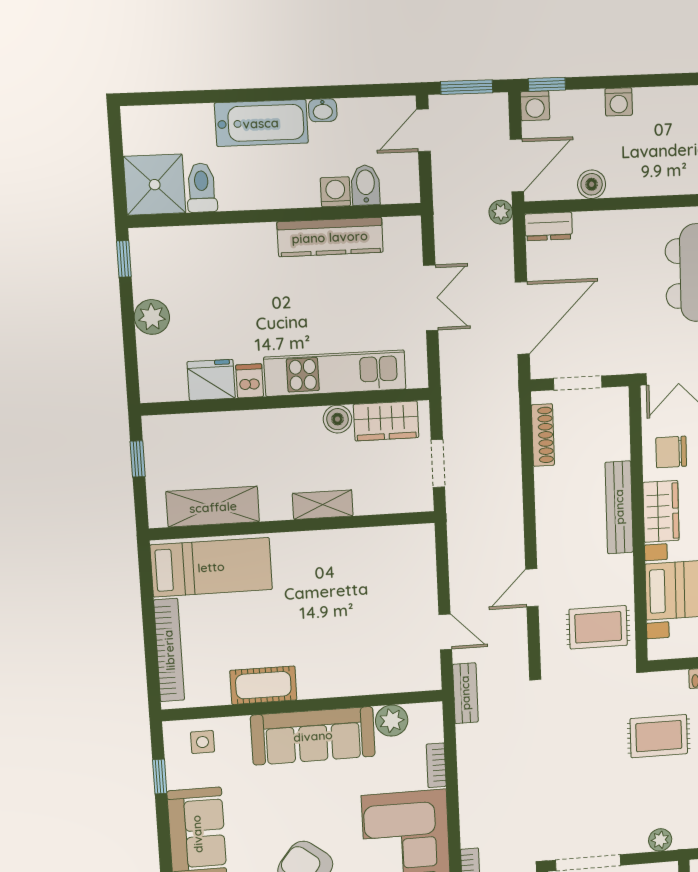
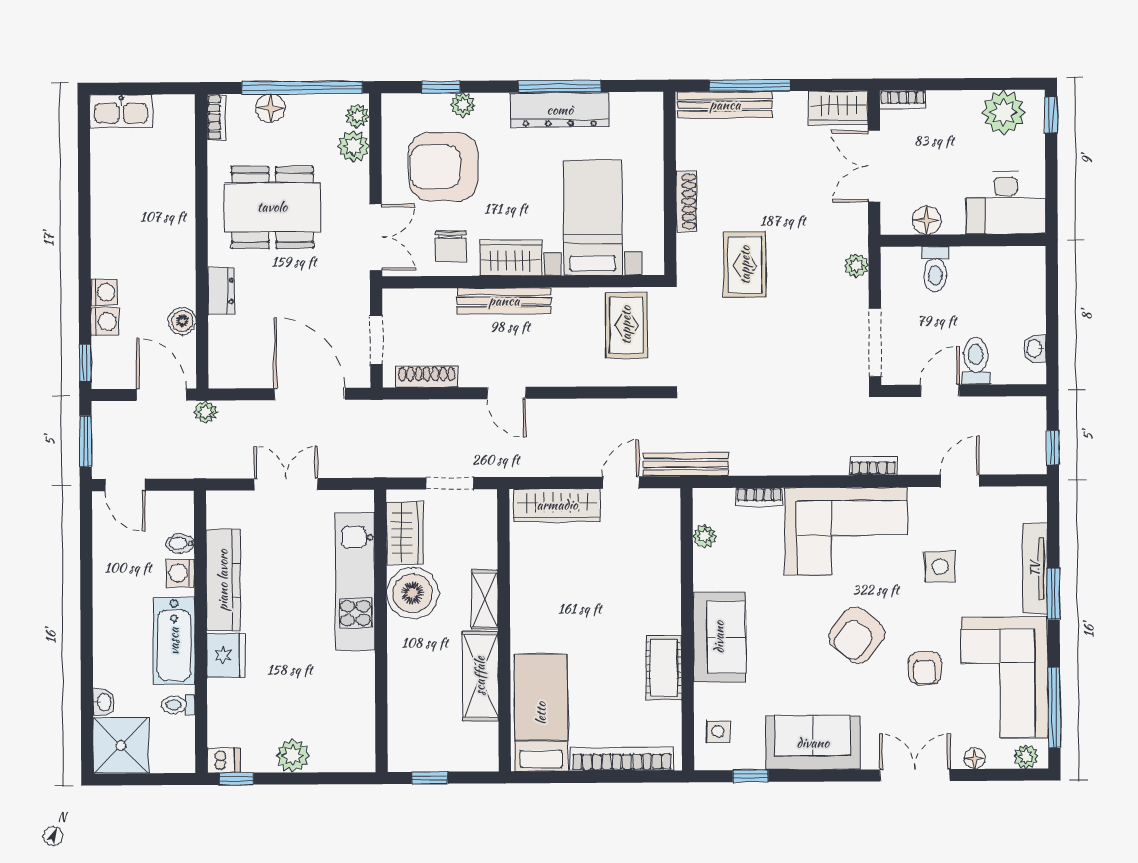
washing machine: (535, 106) -> (105, 322), moved
washbasin: (323, 110) -> (104, 702), moved
bathtub: (261, 123) -> (174, 641), moved, turned 180
shower: (155, 185) -> (121, 746), moved
bidet: (366, 185) -> (180, 543), width x0.72, depth x0.74
toilet: (202, 188) -> (178, 705), width x0.73, depth x0.72
dresser: (549, 226) -> (221, 291), moved
fridge: (211, 380) -> (226, 655), moved, turned 180
dishwasher: (250, 381) -> (224, 760), moved, turned 180
boiler: (337, 419) -> (413, 593), width x1.86, depth x1.86
shelving: (213, 507) -> (480, 676), moved
wardrobe: (420, 571) -> (557, 505), added
door: (532, 588) -> (506, 393), moved
bench: (465, 693) -> (686, 464), width x1.36
plant: (392, 721) -> (705, 536), width x0.73, depth x0.73
sofa: (313, 736) -> (719, 637), width x0.73

